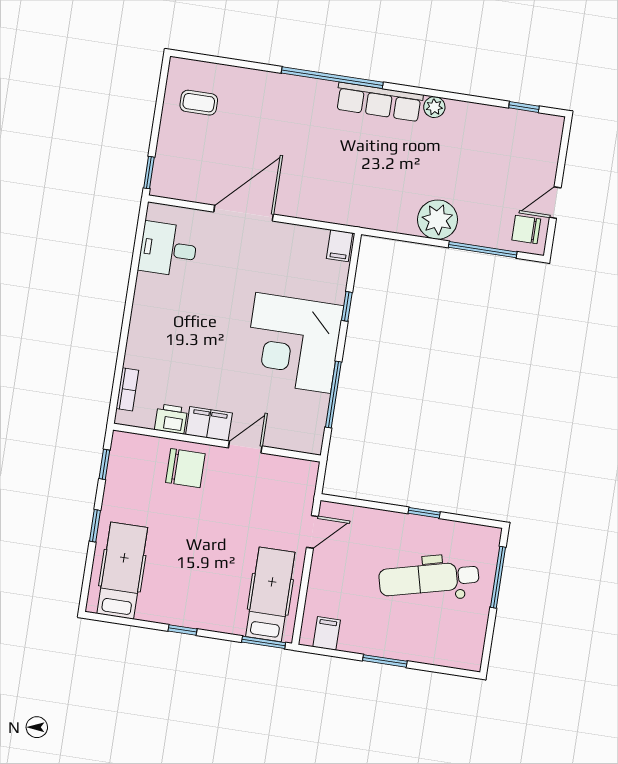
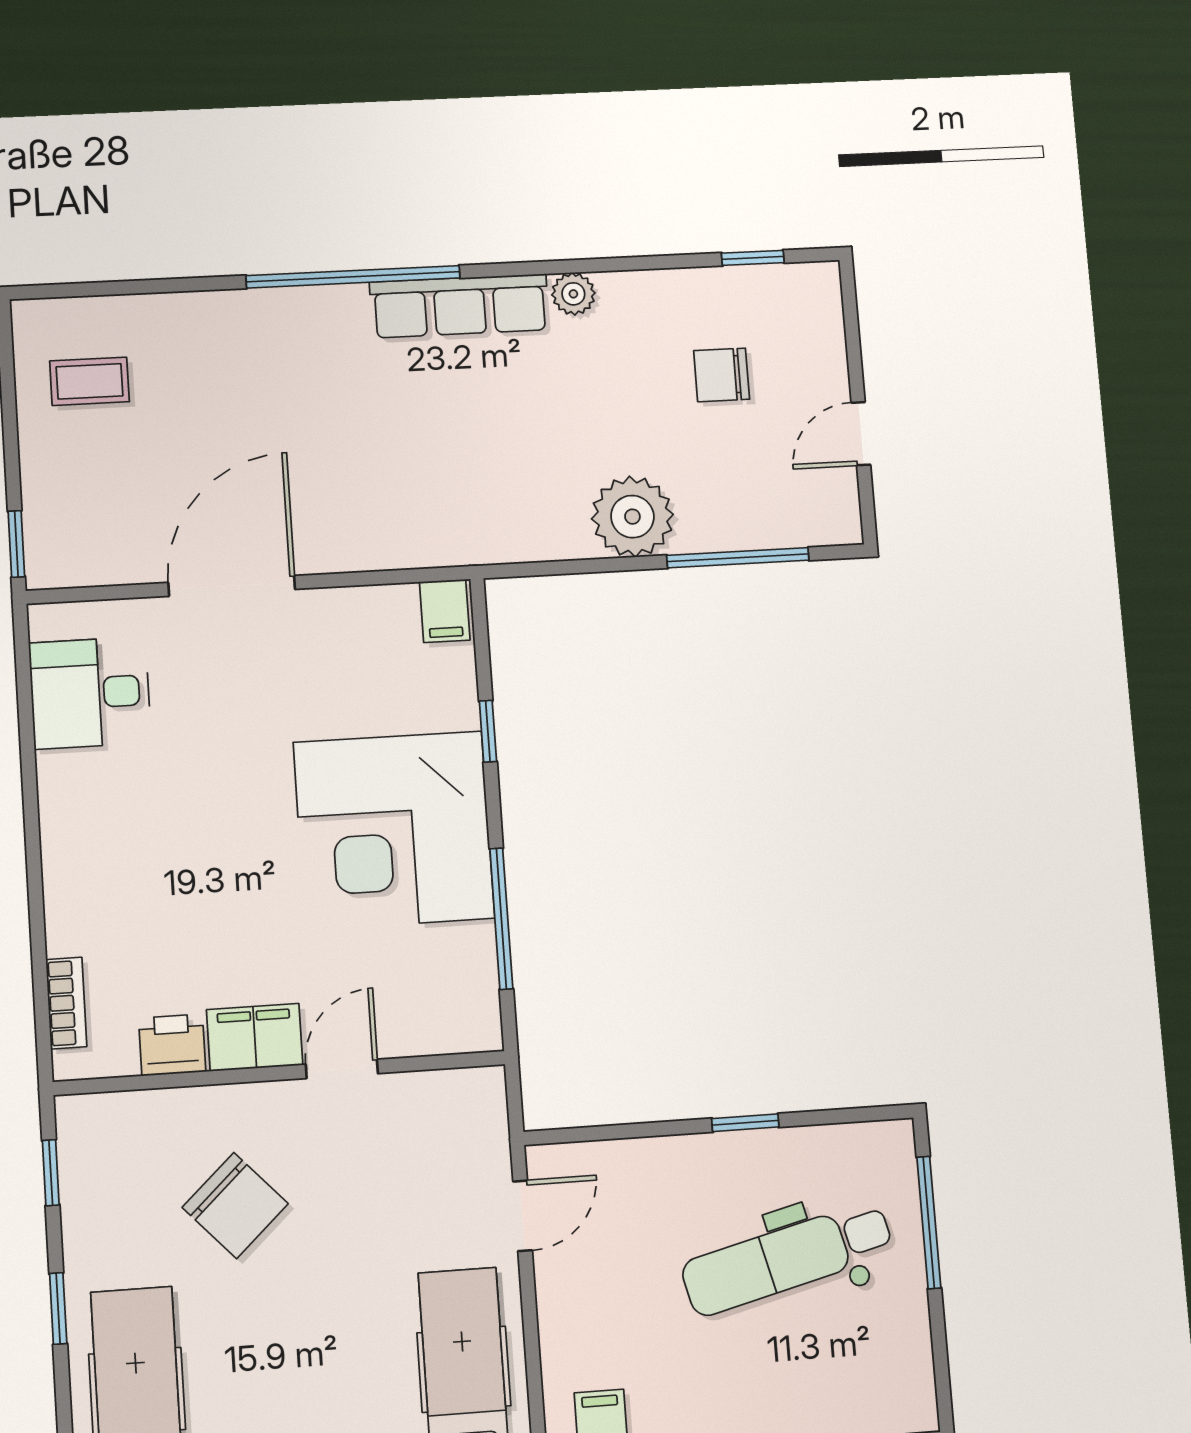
chair: (526, 230) -> (722, 375), moved
chair: (185, 468) -> (235, 1206), moved, turned 47

